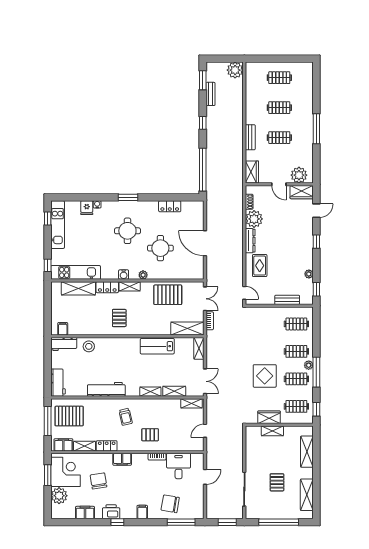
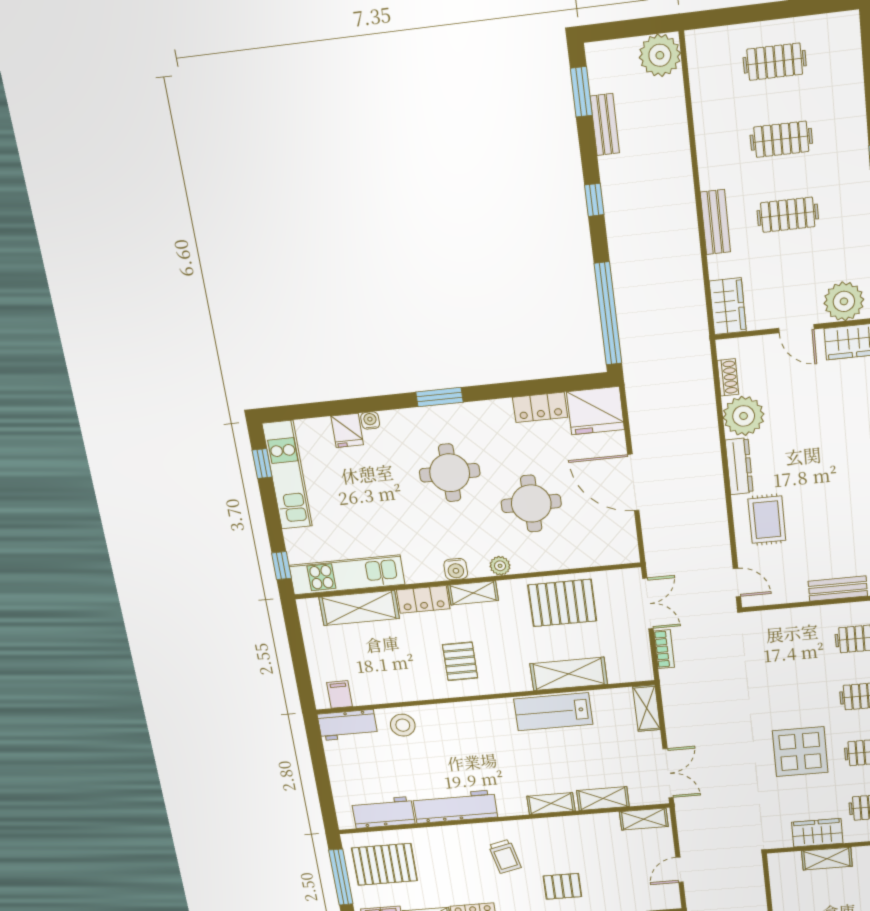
fridge: (193, 210) -> (595, 411), added
shelving: (187, 329) -> (569, 674), moved
workbench: (58, 383) -> (383, 812), moved, turned -90

